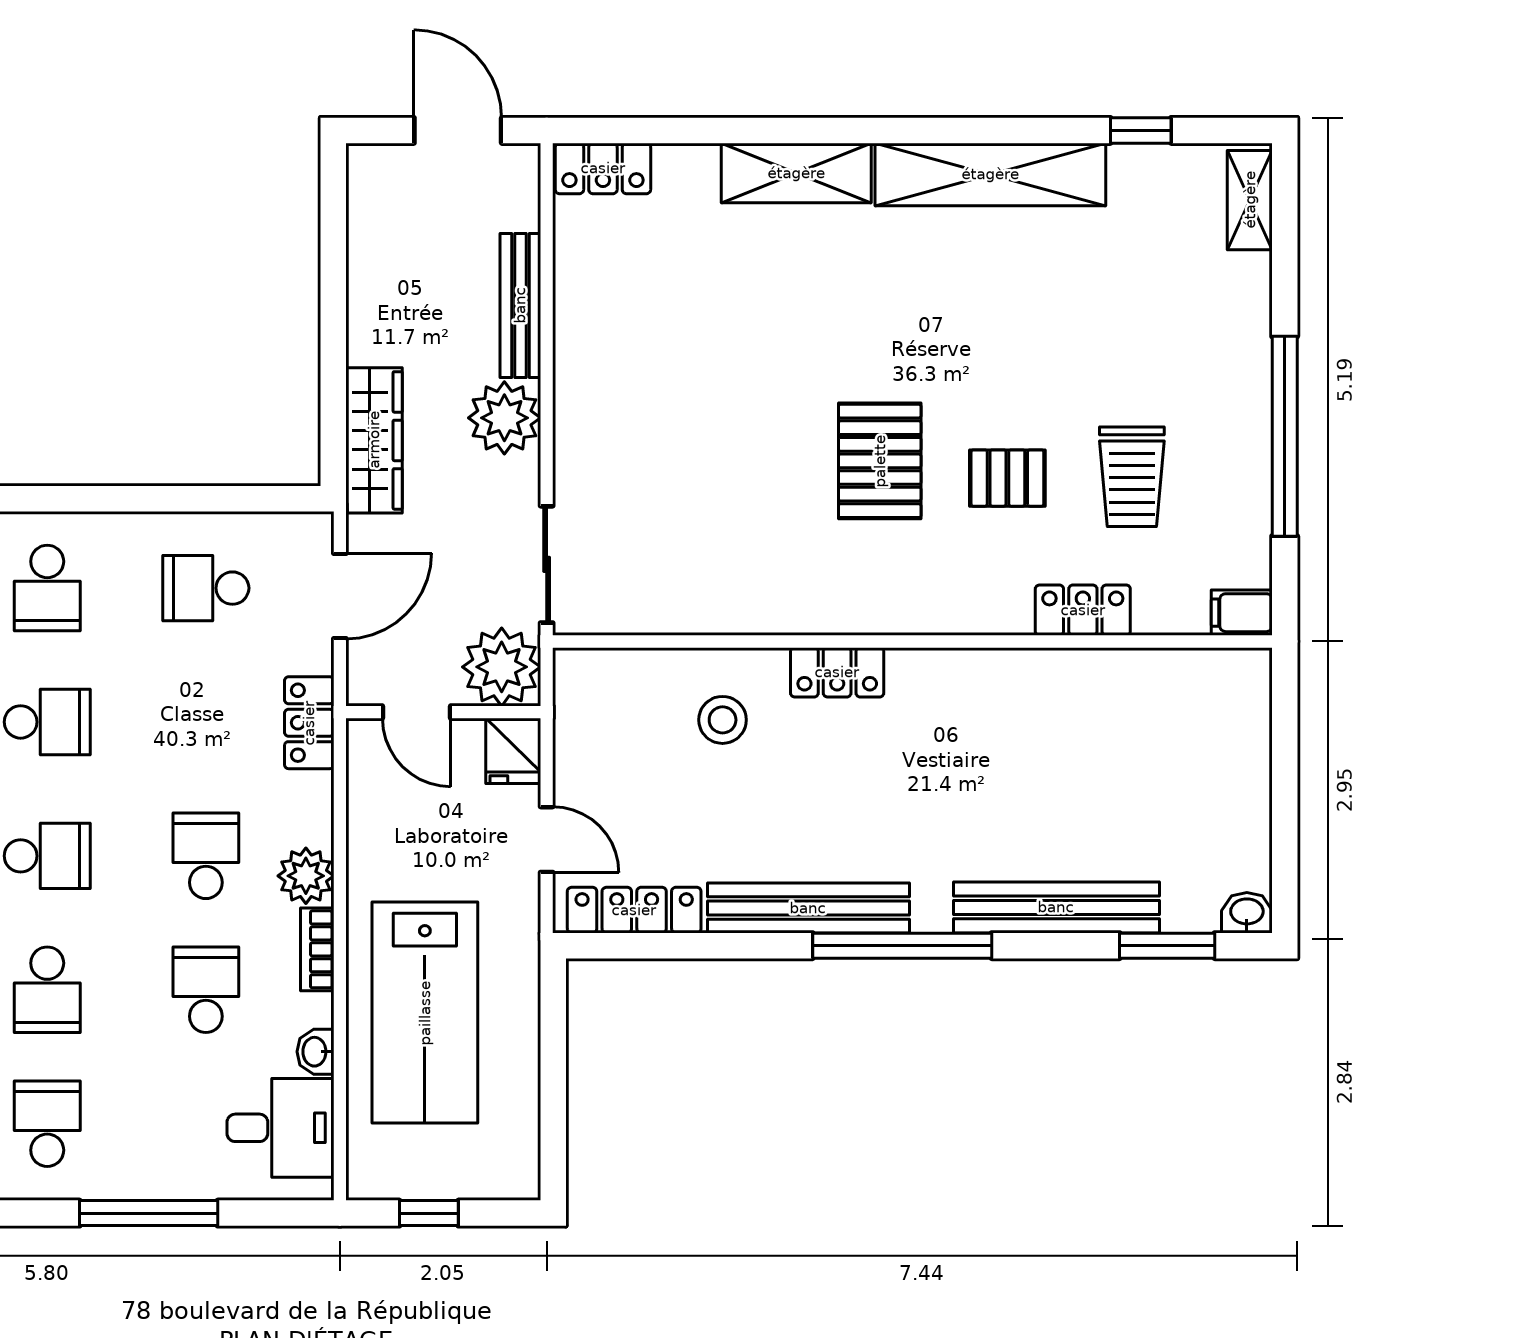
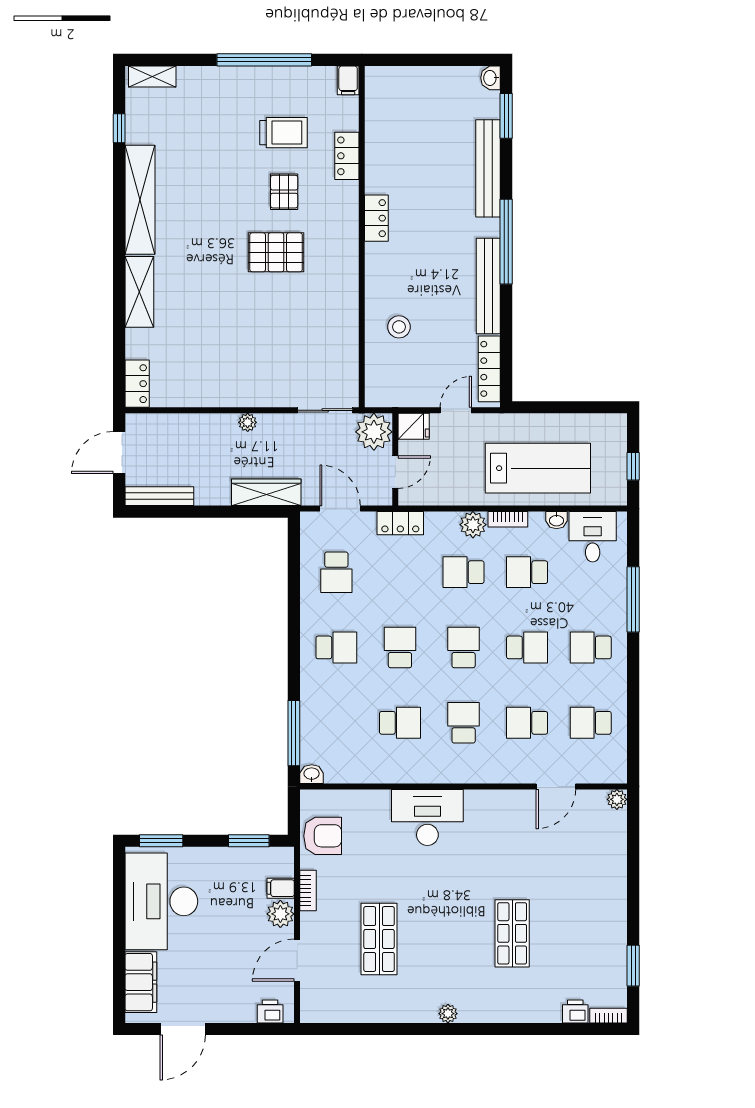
bench: (520, 305) -> (159, 496), moved
plant: (504, 418) -> (248, 422), width x0.53, depth x0.53
locker: (837, 672) -> (376, 218), moved

